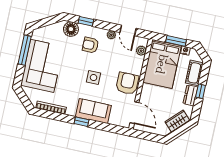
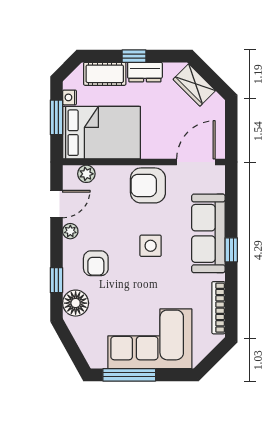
sofa: (93, 111) -> (208, 233), width x1.36

